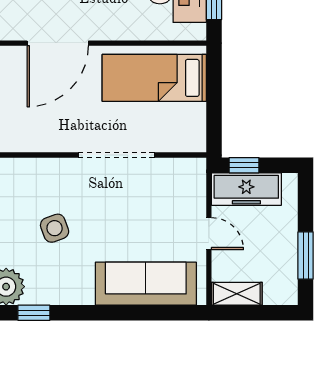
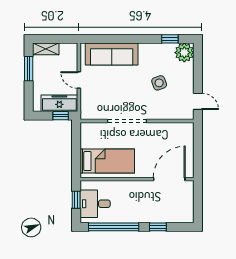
door: (58, 43) -> (169, 179), moved
shelving: (237, 294) -> (46, 49), moved

